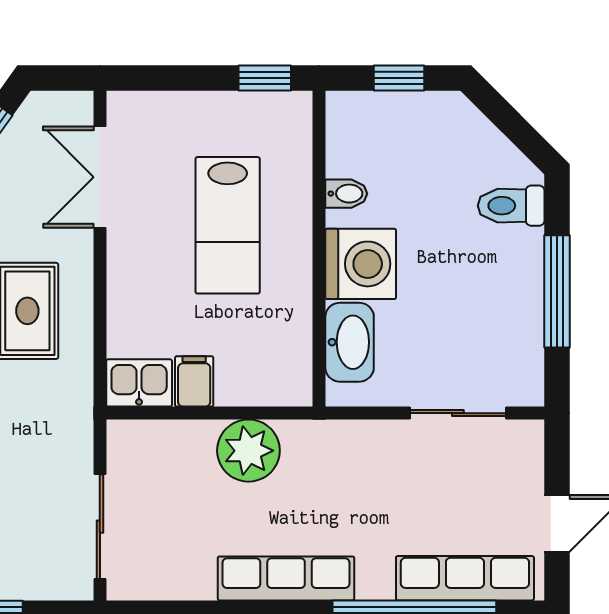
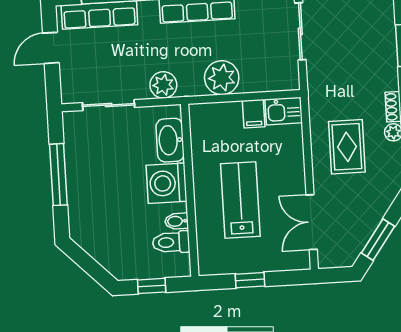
window: (265, 78) -> (250, 280), moved
double door: (100, 177) -> (312, 222), swing flipped
toilet: (511, 206) -> (171, 242), moved, turned 180
plant: (356, 444) -> (163, 85), added

